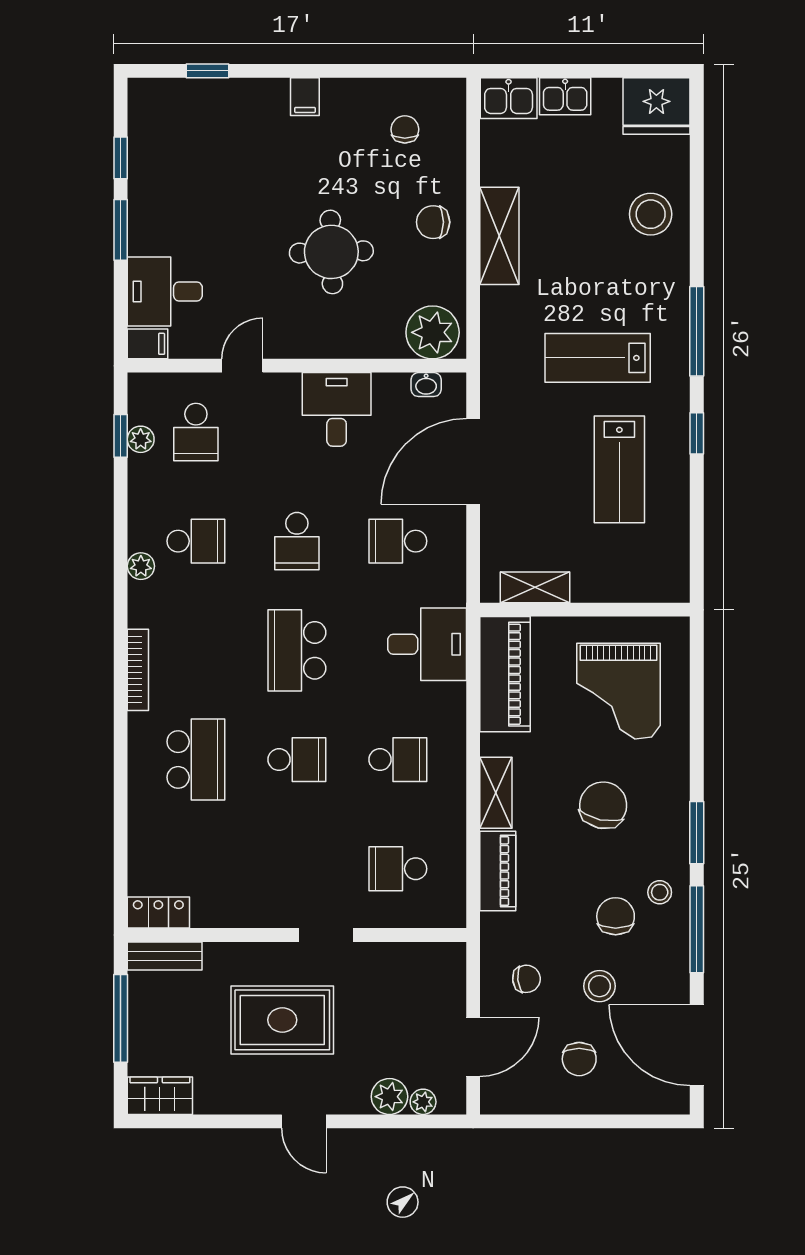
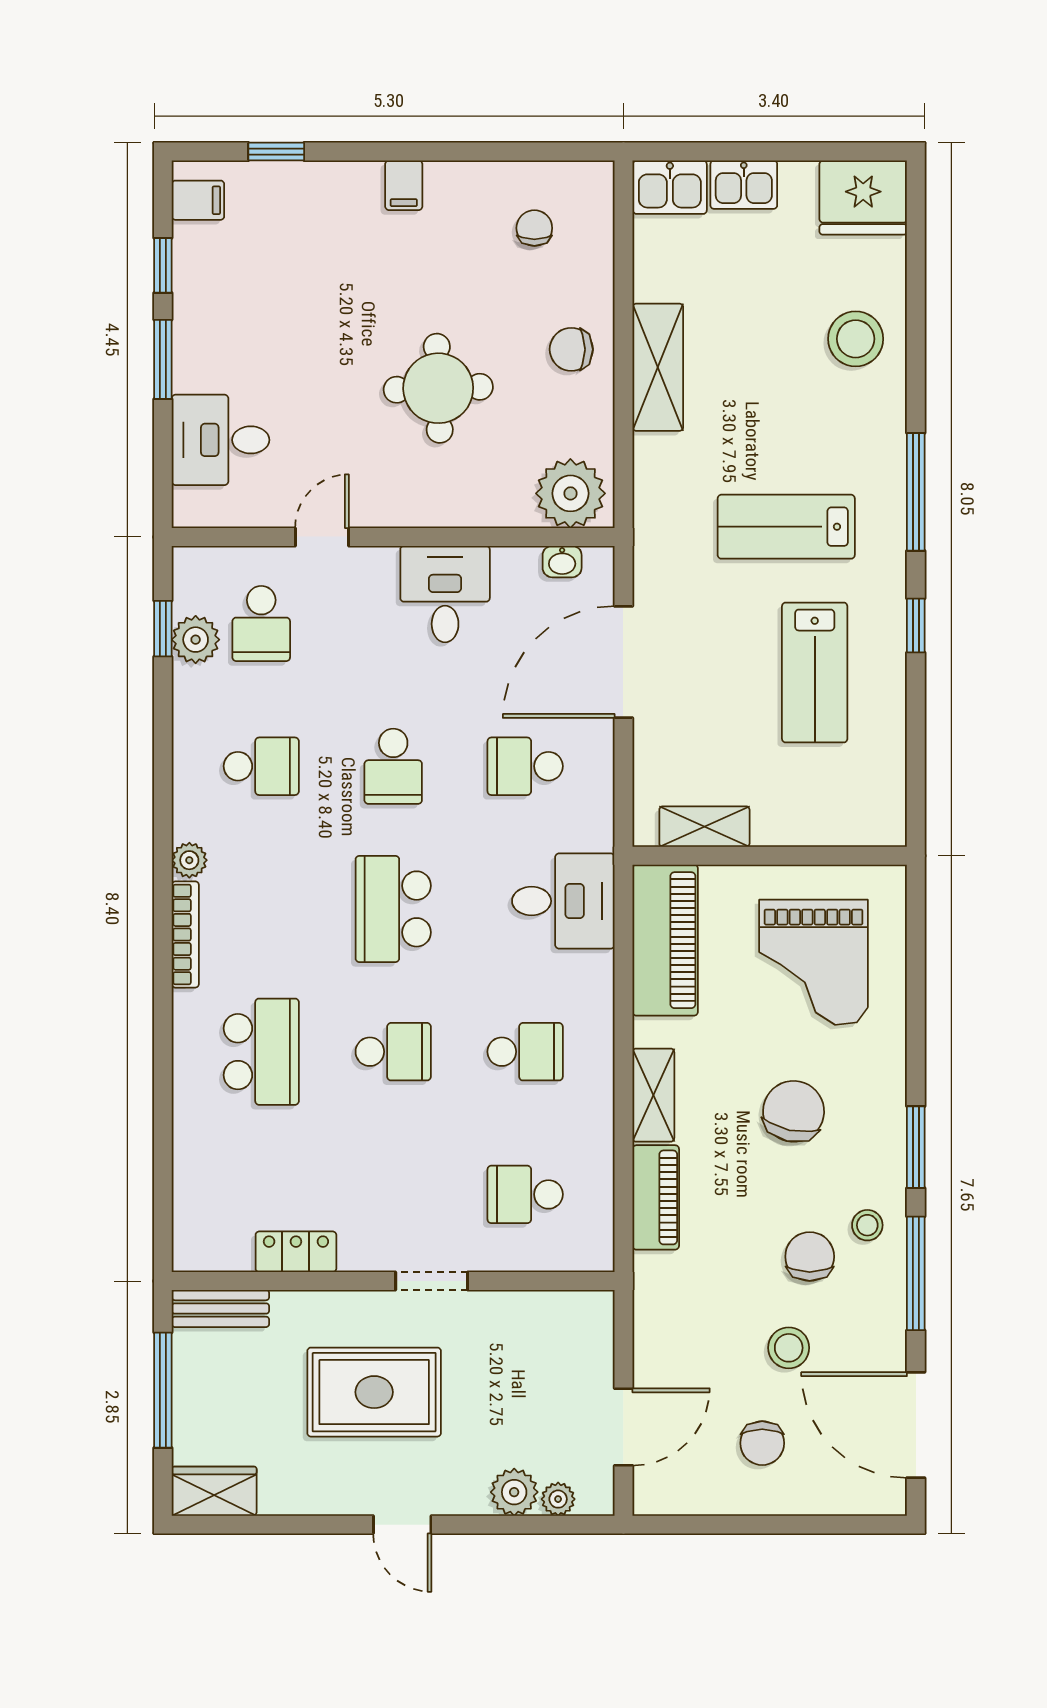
filing cabinet: (148, 344) -> (198, 200), moved
plant: (141, 439) -> (196, 640), width x1.38, depth x1.38
plant: (141, 566) -> (189, 860), moved
locker: (158, 913) -> (296, 1252), moved
chair: (526, 979) -> (693, 1338), removed

